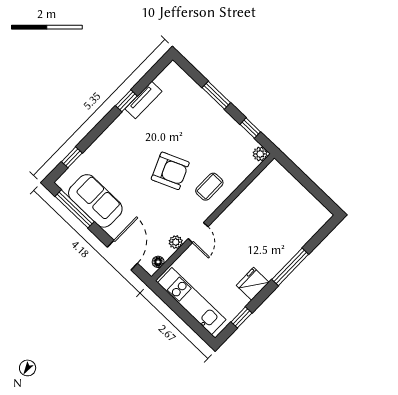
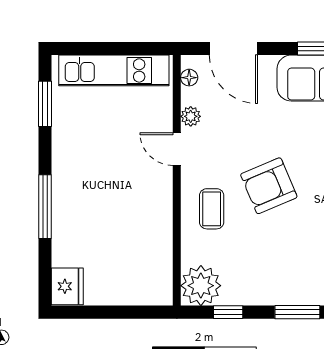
plant: (260, 154) -> (201, 286), width x1.88, depth x1.88
fridge: (253, 284) -> (67, 286), moved
window: (241, 317) -> (45, 104), width x1.50

